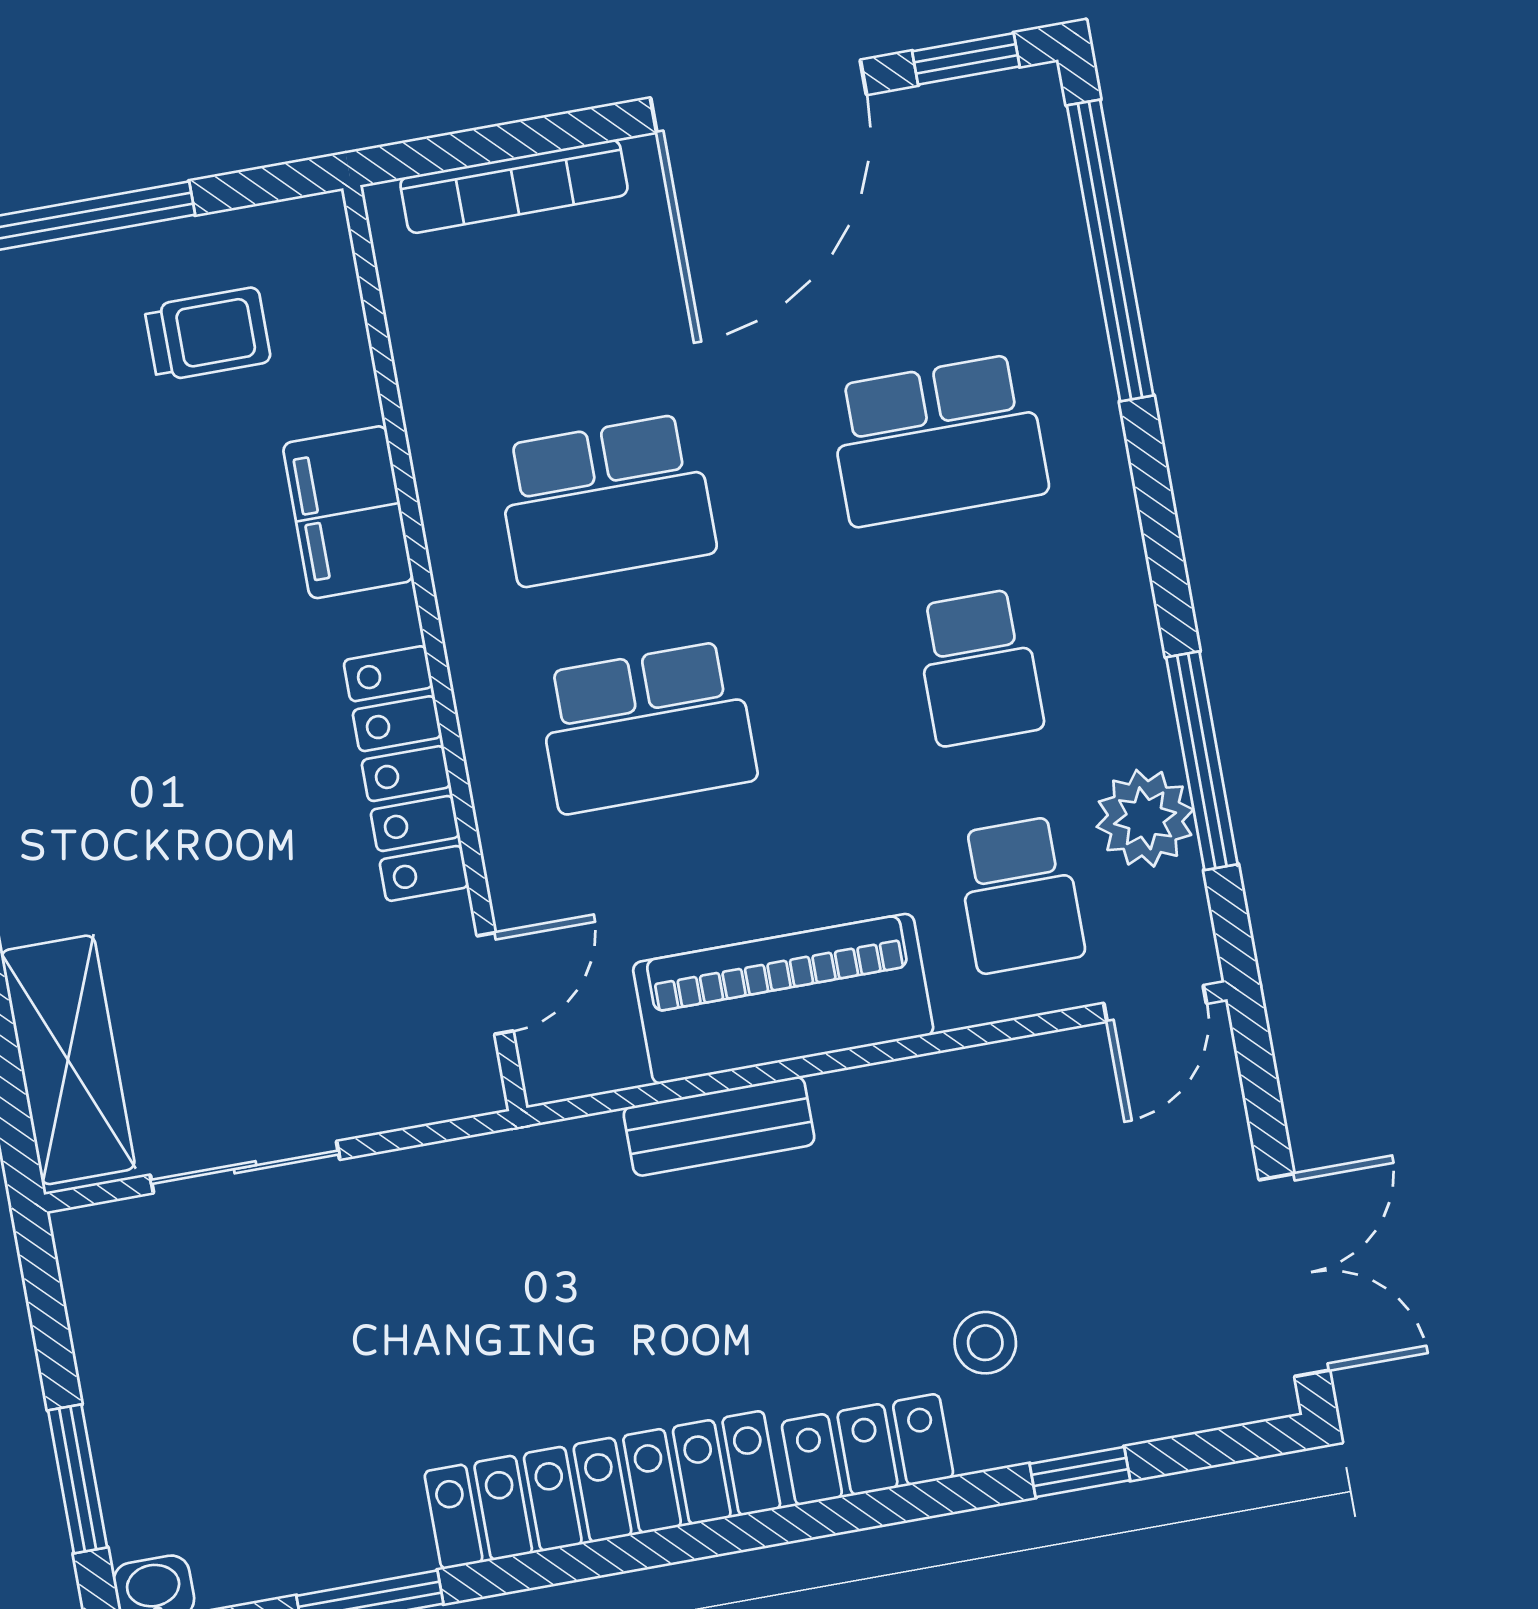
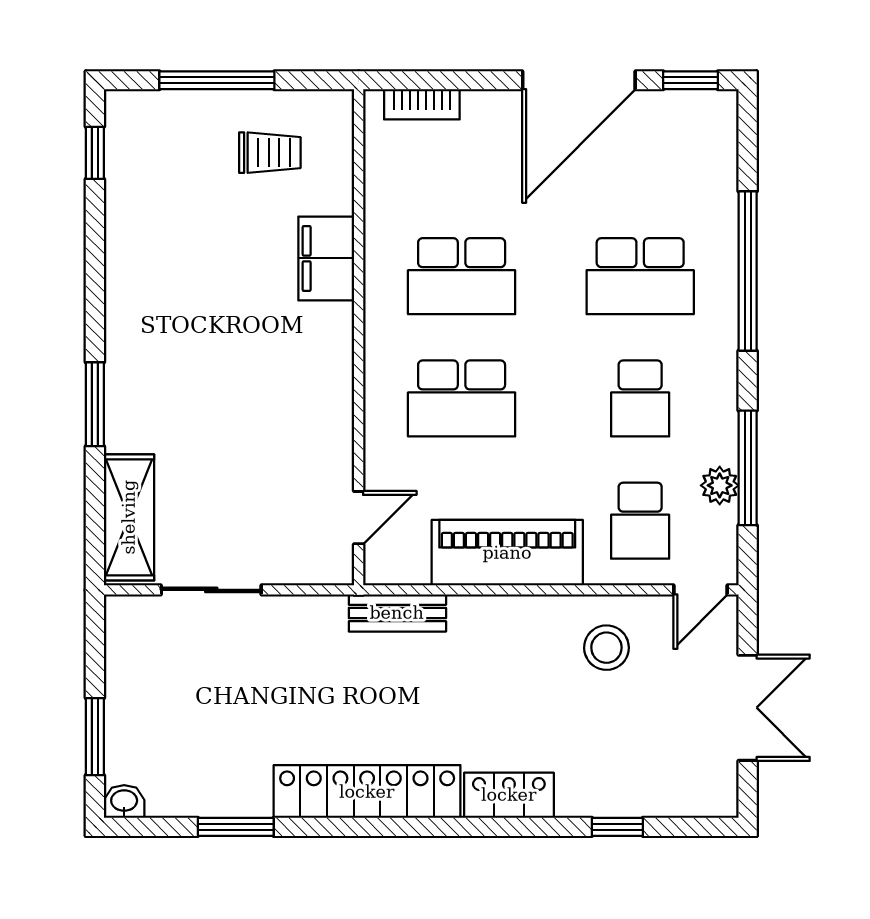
bookcase: (514, 186) -> (422, 104), width x0.64
window: (1110, 250) -> (748, 271), moved
locker: (406, 774) -> (332, 400), removed
plant: (1145, 818) -> (720, 485), width x0.73, depth x0.73
bench: (719, 1126) -> (397, 613), moved
double door: (1294, 1275) -> (748, 708), moved
stool: (985, 1343) -> (606, 648), moved, width x1.37, depth x1.37

